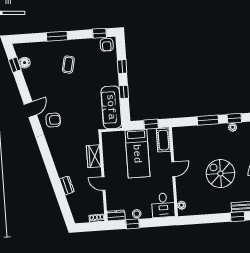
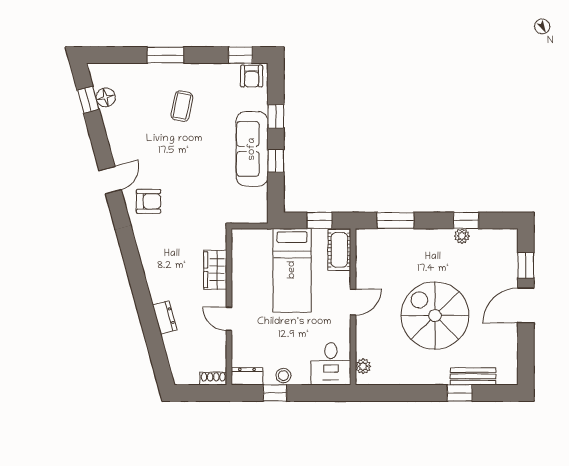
sofa: (111, 107) -> (252, 149), moved
window: (208, 120) -> (395, 220), moved
spiral stairs: (220, 174) -> (435, 316), width x1.37, depth x1.37

